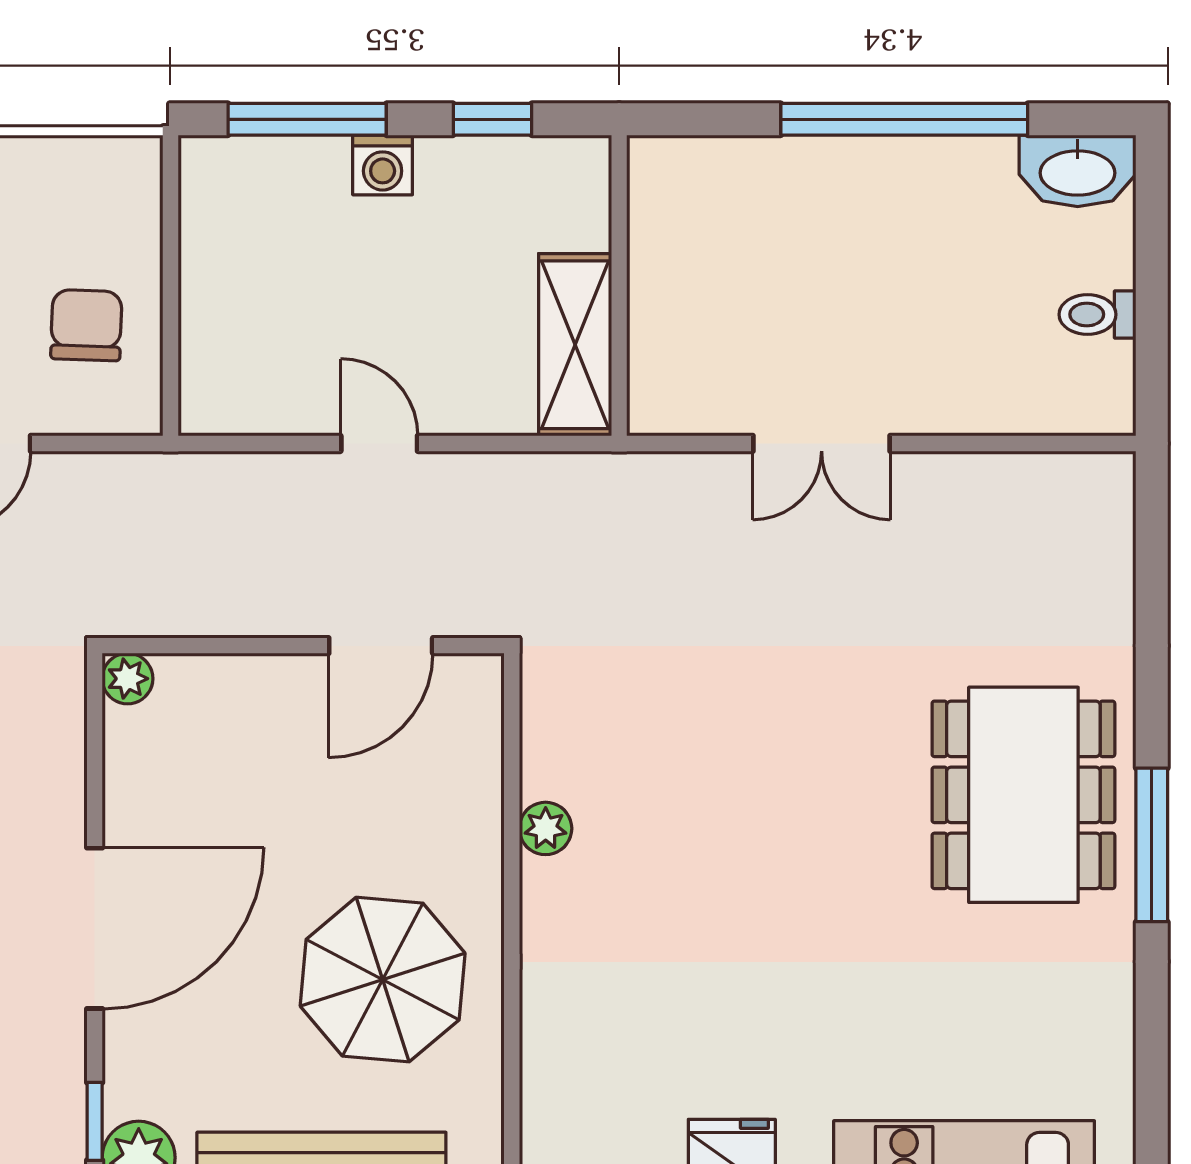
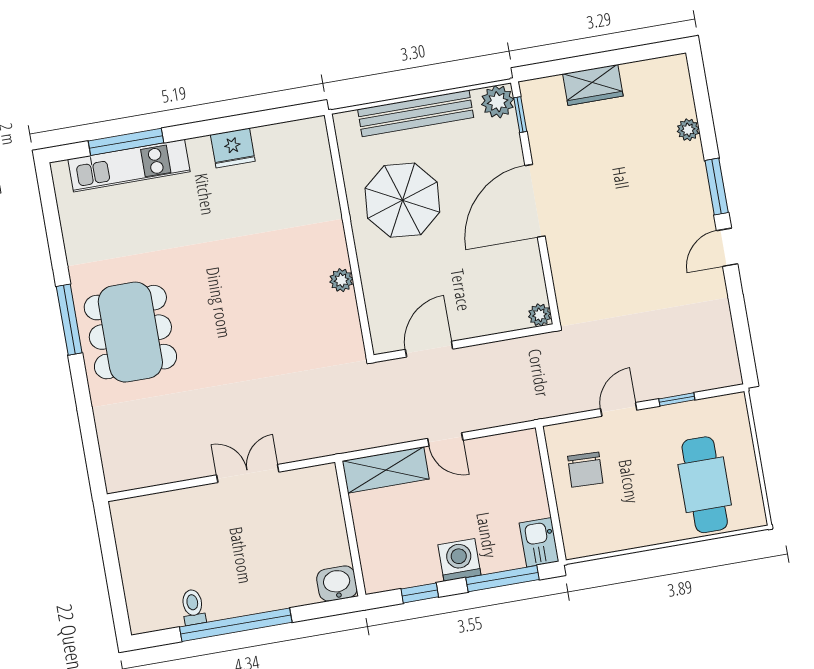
washing machine: (383, 165) -> (459, 560), width x1.38, depth x1.38
washbasin: (1078, 171) -> (337, 584), moved, width x0.72
kitchen sink: (214, 185) -> (539, 542), added
toilet: (1098, 314) -> (193, 607), moved, turned -90
shelving: (575, 345) -> (386, 470), moved, turned 90

